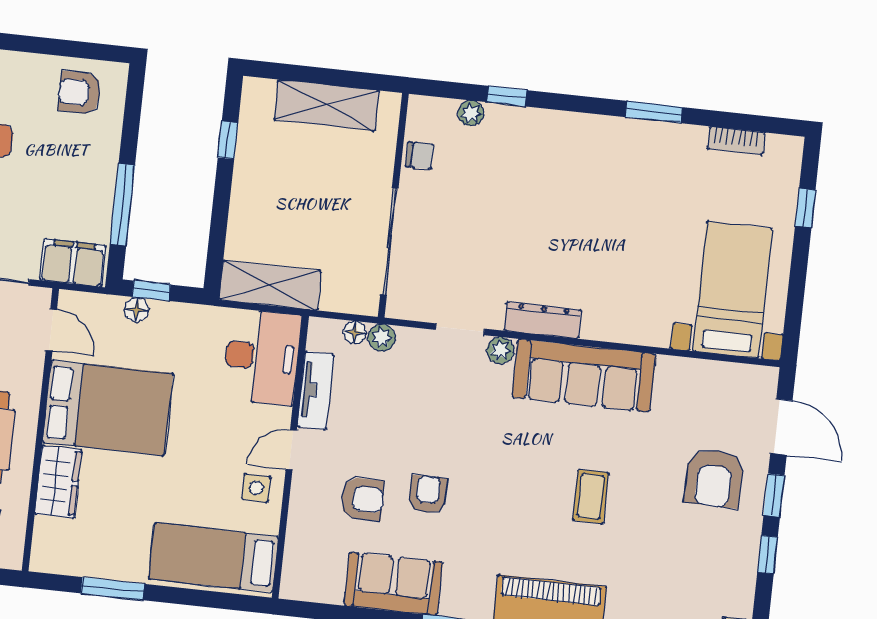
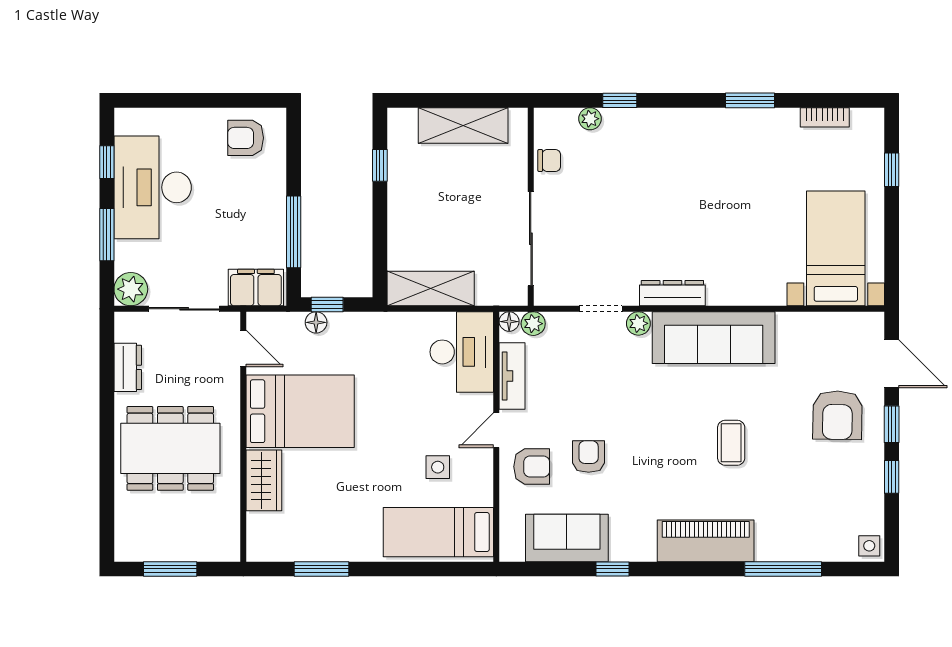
desk: (262, 357) -> (462, 352), moved
tv unit: (316, 390) -> (512, 376), moved
door: (291, 450) -> (496, 430), moved
wall: (290, 457) -> (496, 437), moved
bed: (213, 557) -> (438, 532), moved

